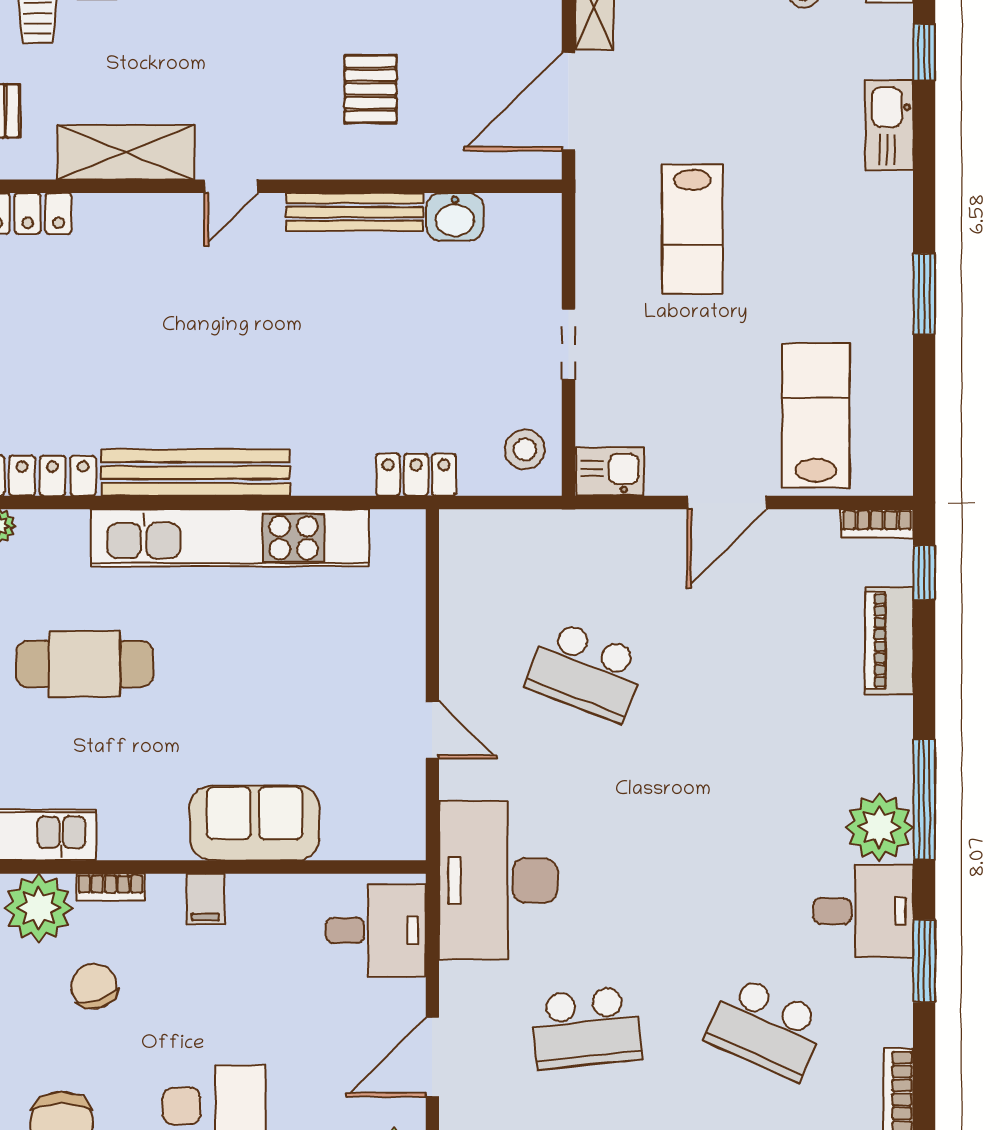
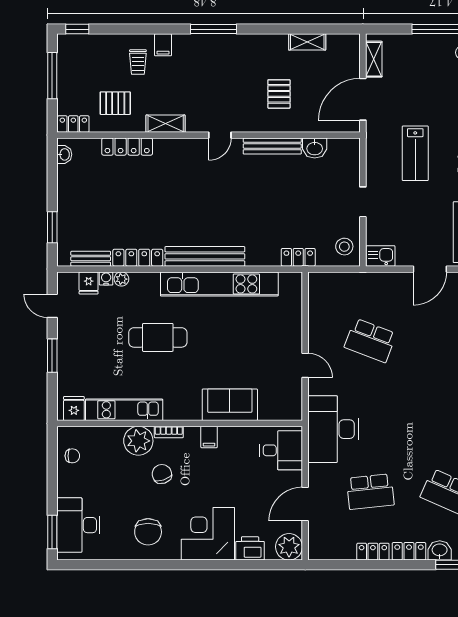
shelving: (126, 152) -> (166, 124), width x0.67, depth x0.75

